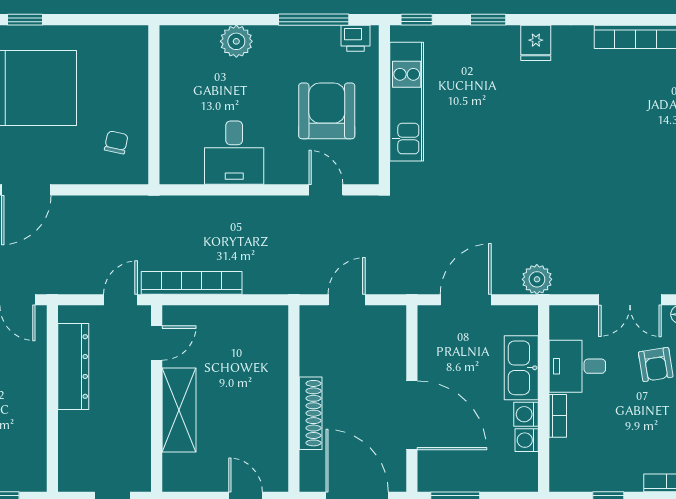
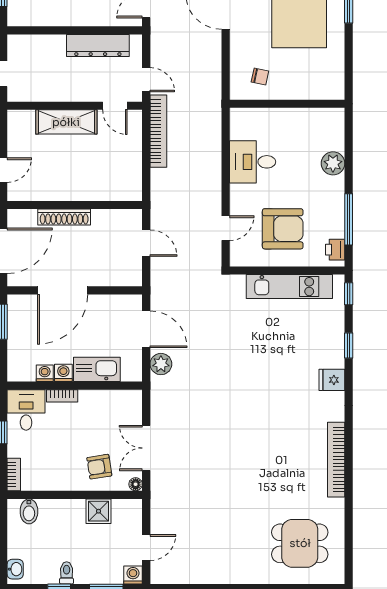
plant: (537, 279) -> (161, 364), moved
desk: (577, 366) -> (26, 410), moved

